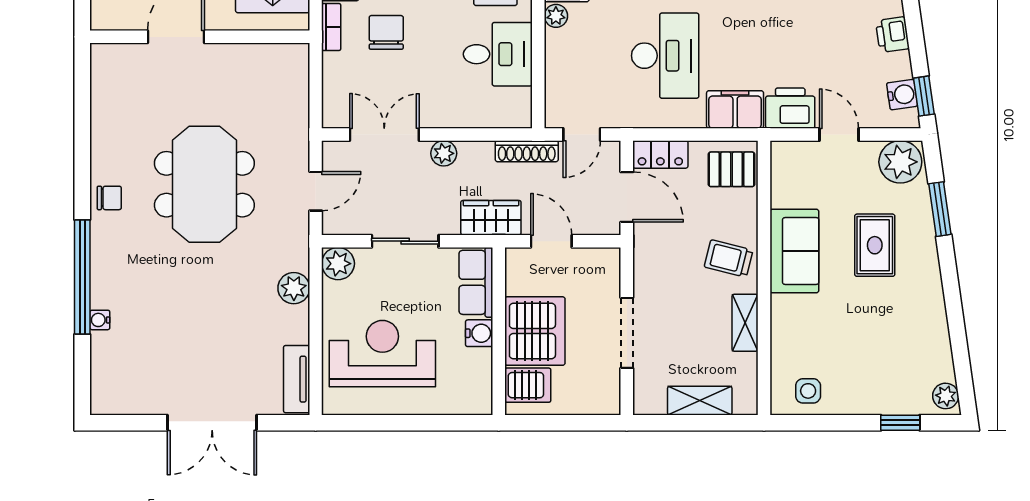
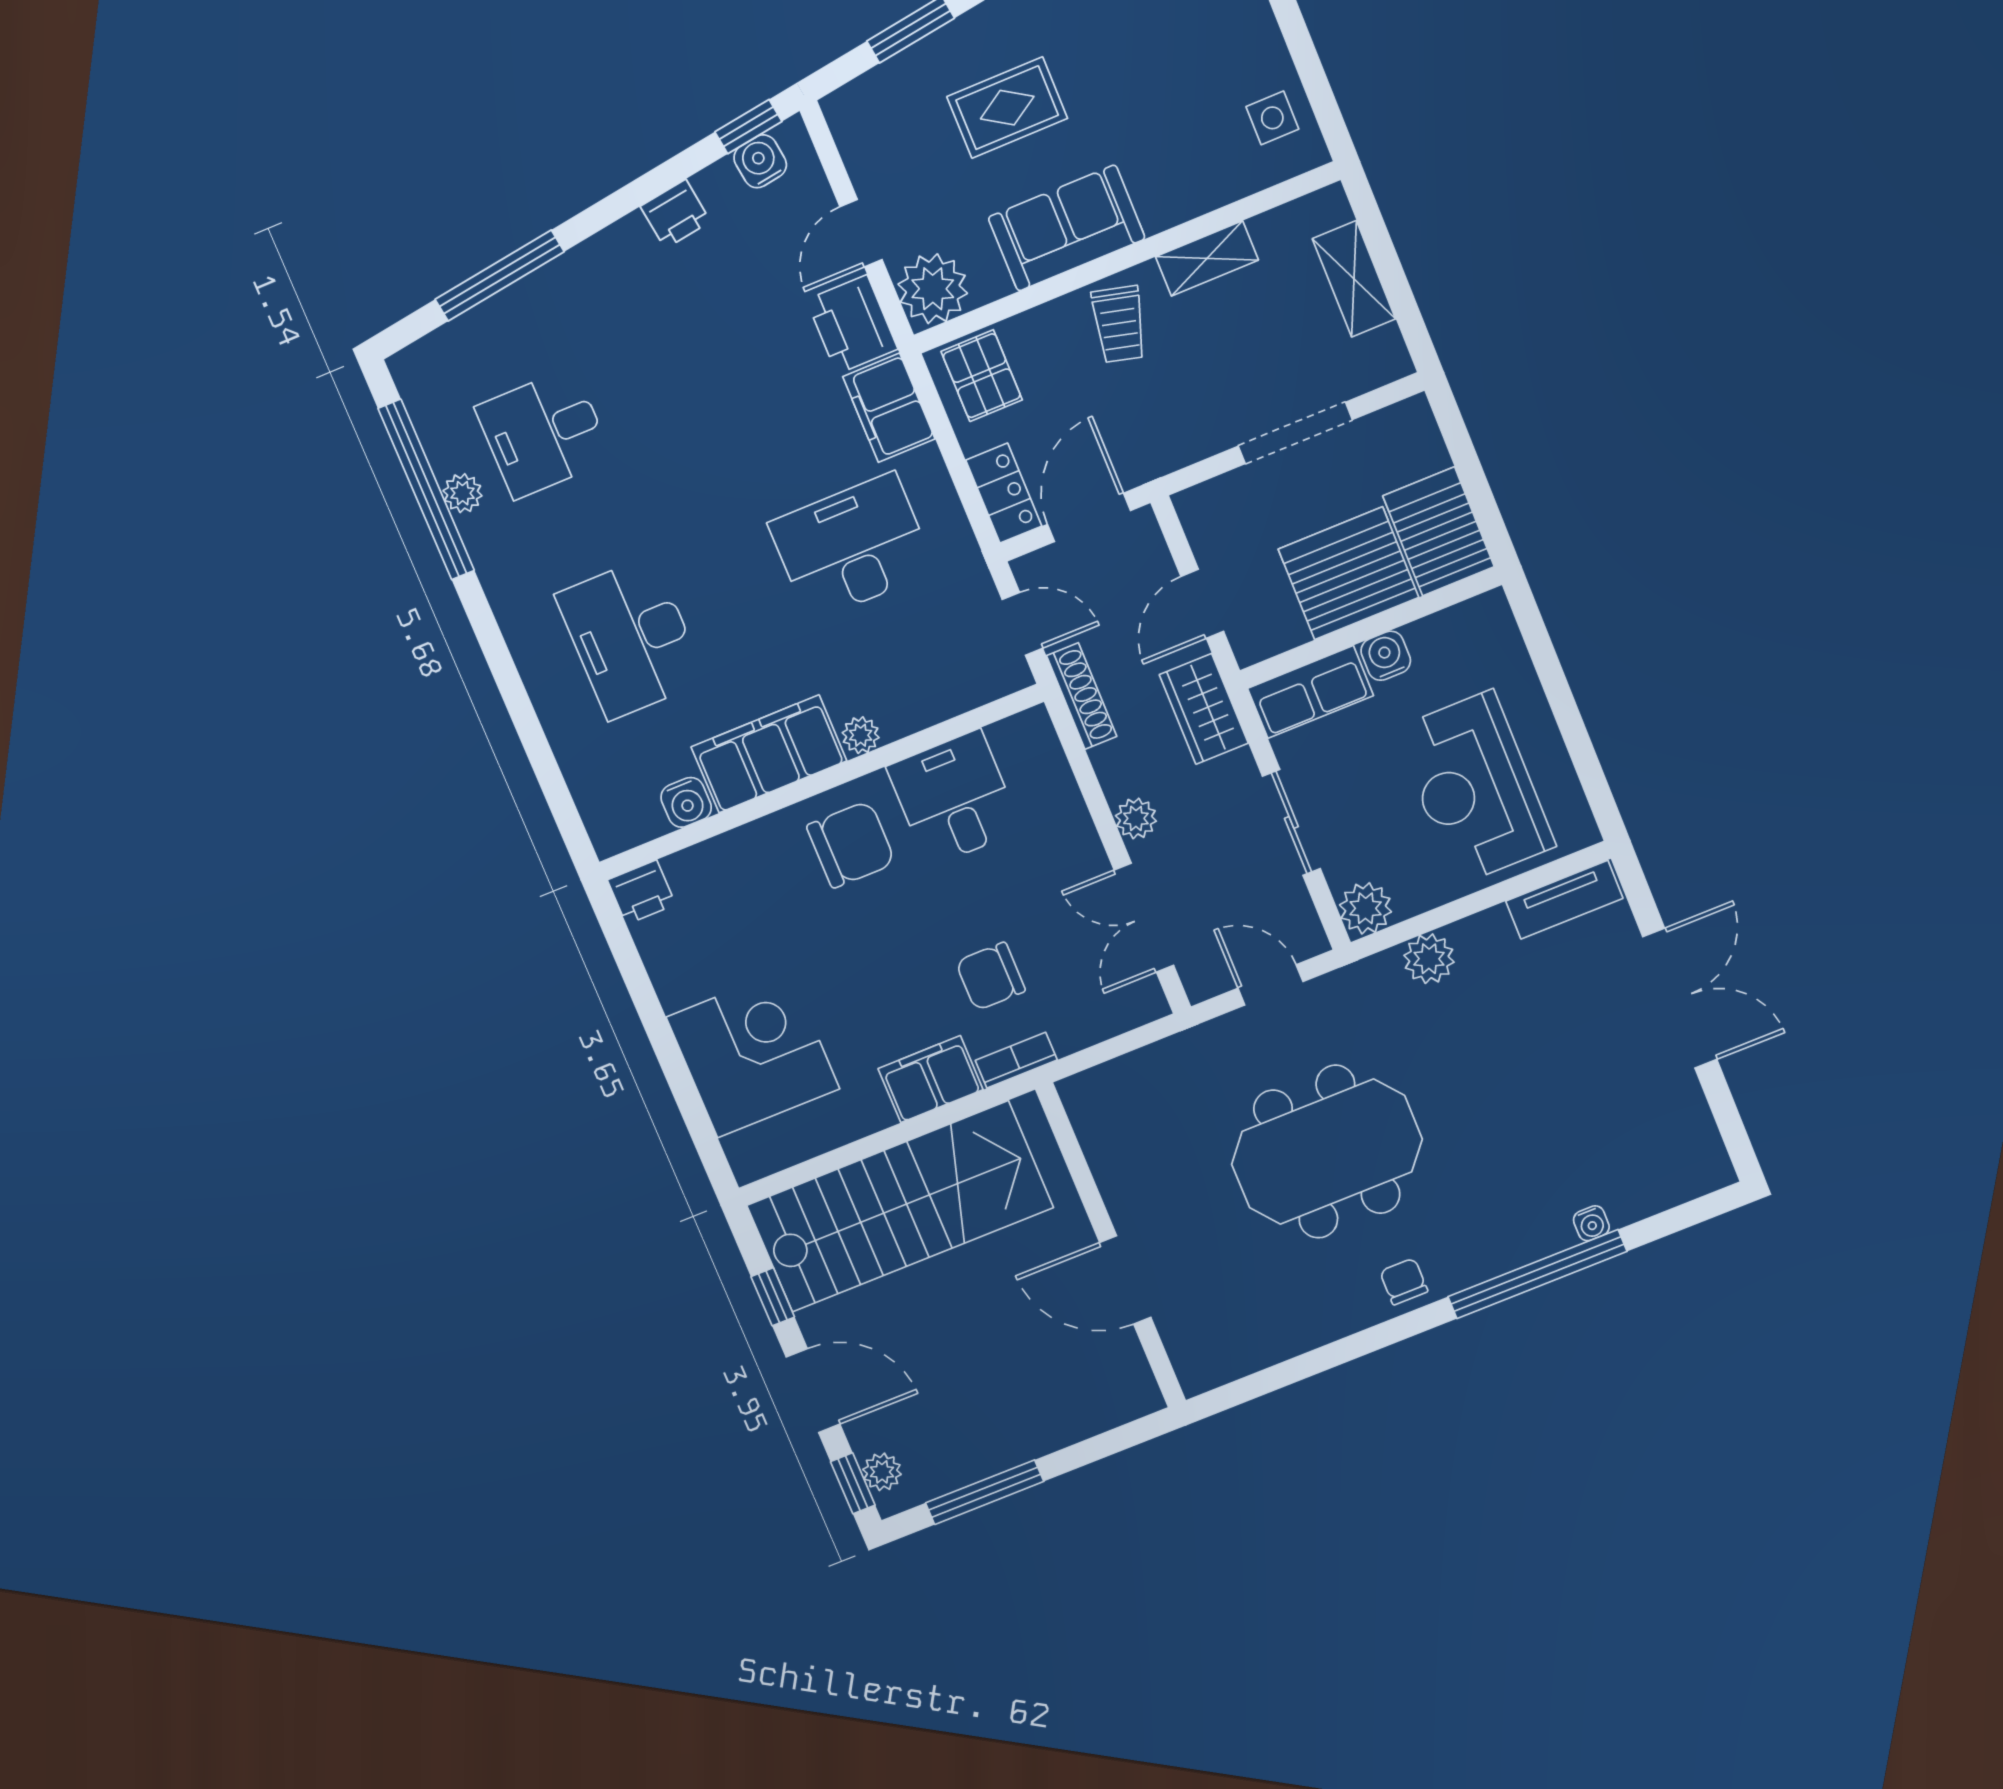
plant: (900, 162) -> (933, 289), moved
server rack: (528, 385) -> (1439, 531), width x1.36, depth x1.44

